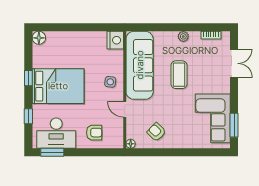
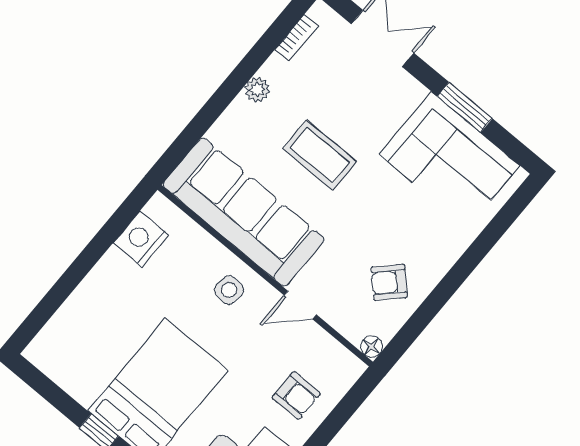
floor lamp: (39, 38) -> (42, 352), removed
nightstand: (115, 40) -> (141, 239), moved, turned -90
window: (234, 125) -> (465, 107), moved
armchair: (94, 133) -> (296, 396), turned 90

